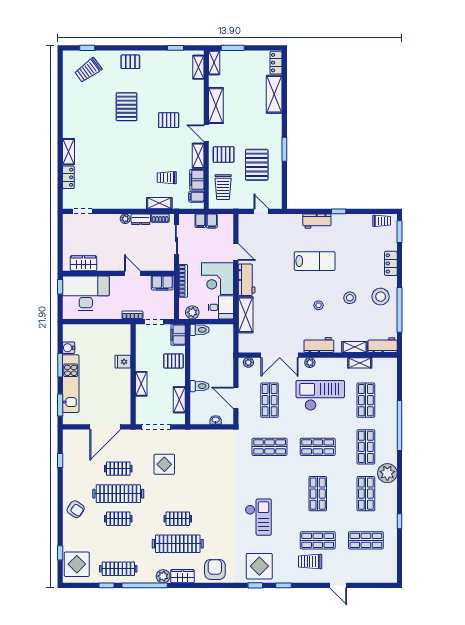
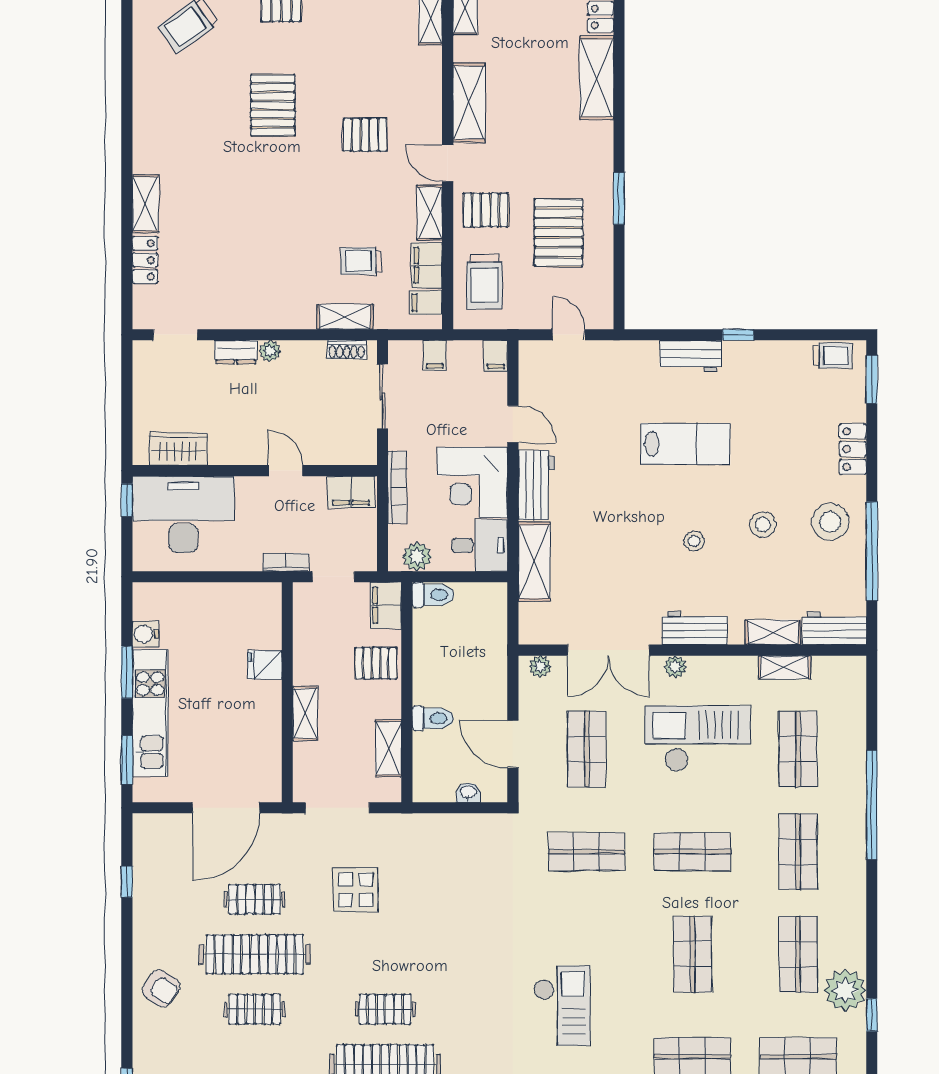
dresser: (141, 219) -> (236, 352), moved
filing cabinet: (212, 221) -> (496, 356), moved
plant: (387, 473) -> (845, 990), moved

